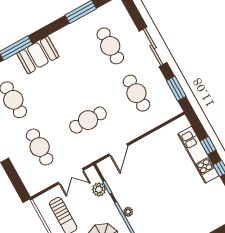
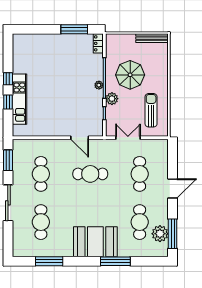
booth: (38, 55) -> (95, 242), width x1.36, depth x1.42
door: (118, 150) -> (80, 138), swing flipped
plant: (99, 189) -> (112, 99), moved

